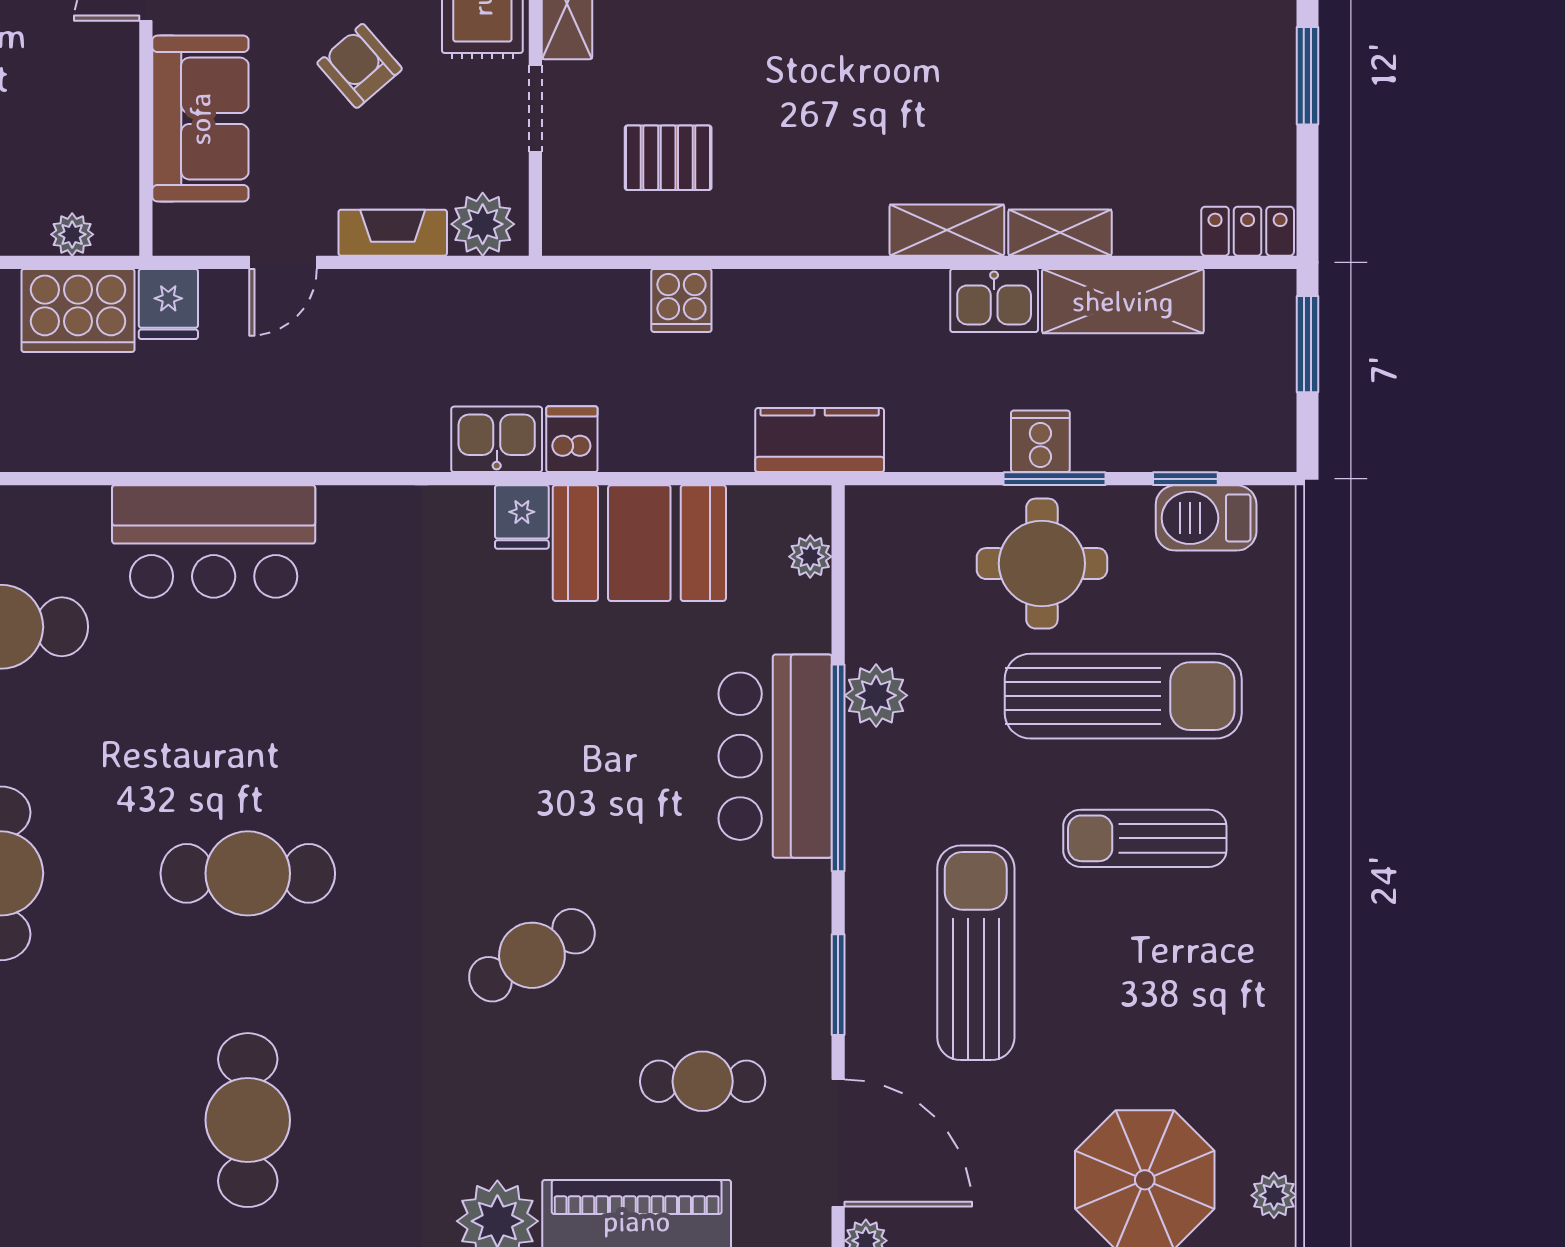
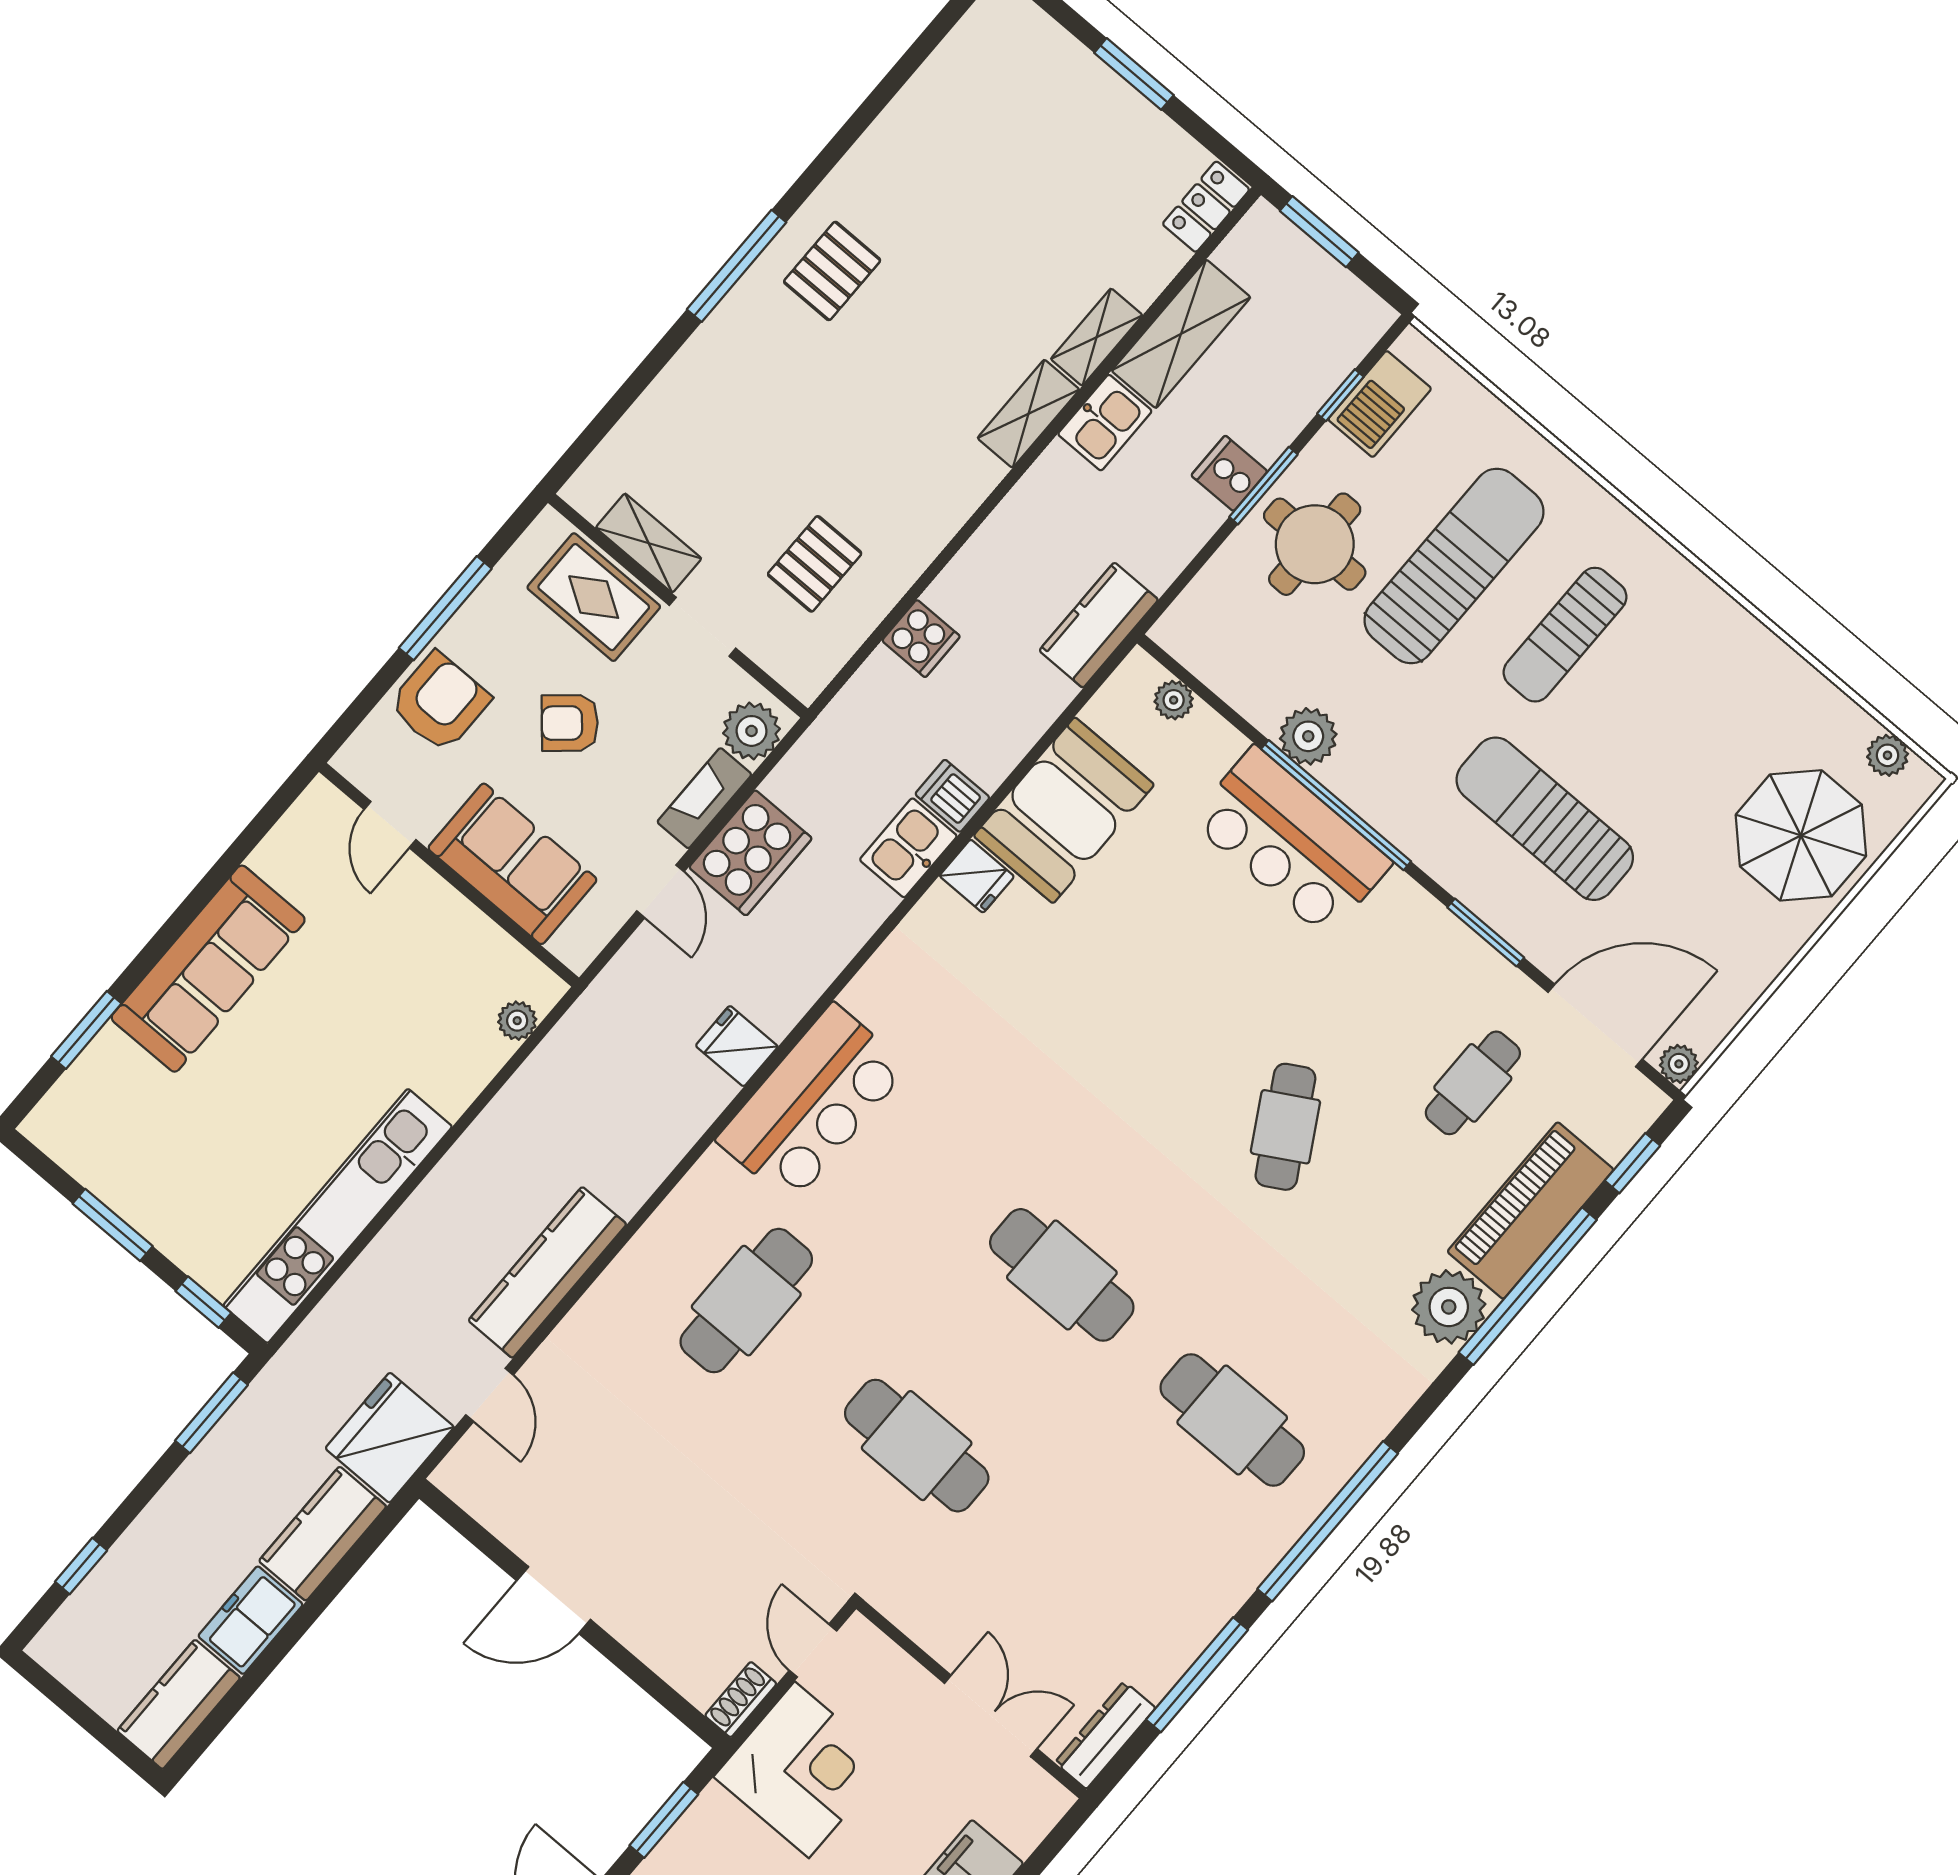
fridge: (168, 304) -> (737, 1046), moved, turned 180
cooker: (78, 310) -> (750, 853), moved
cafe table: (248, 873) -> (1062, 1275), turned 90

